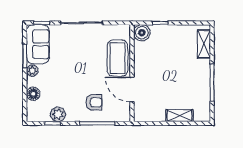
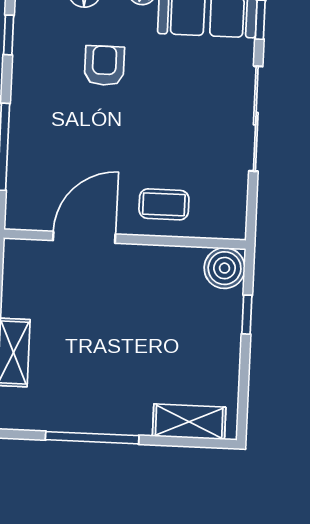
coffee table: (117, 58) -> (164, 204), width x0.54, depth x0.58
armchair: (94, 102) -> (104, 66), moved, turned 180
plant: (58, 114) -> (30, 50), removed

